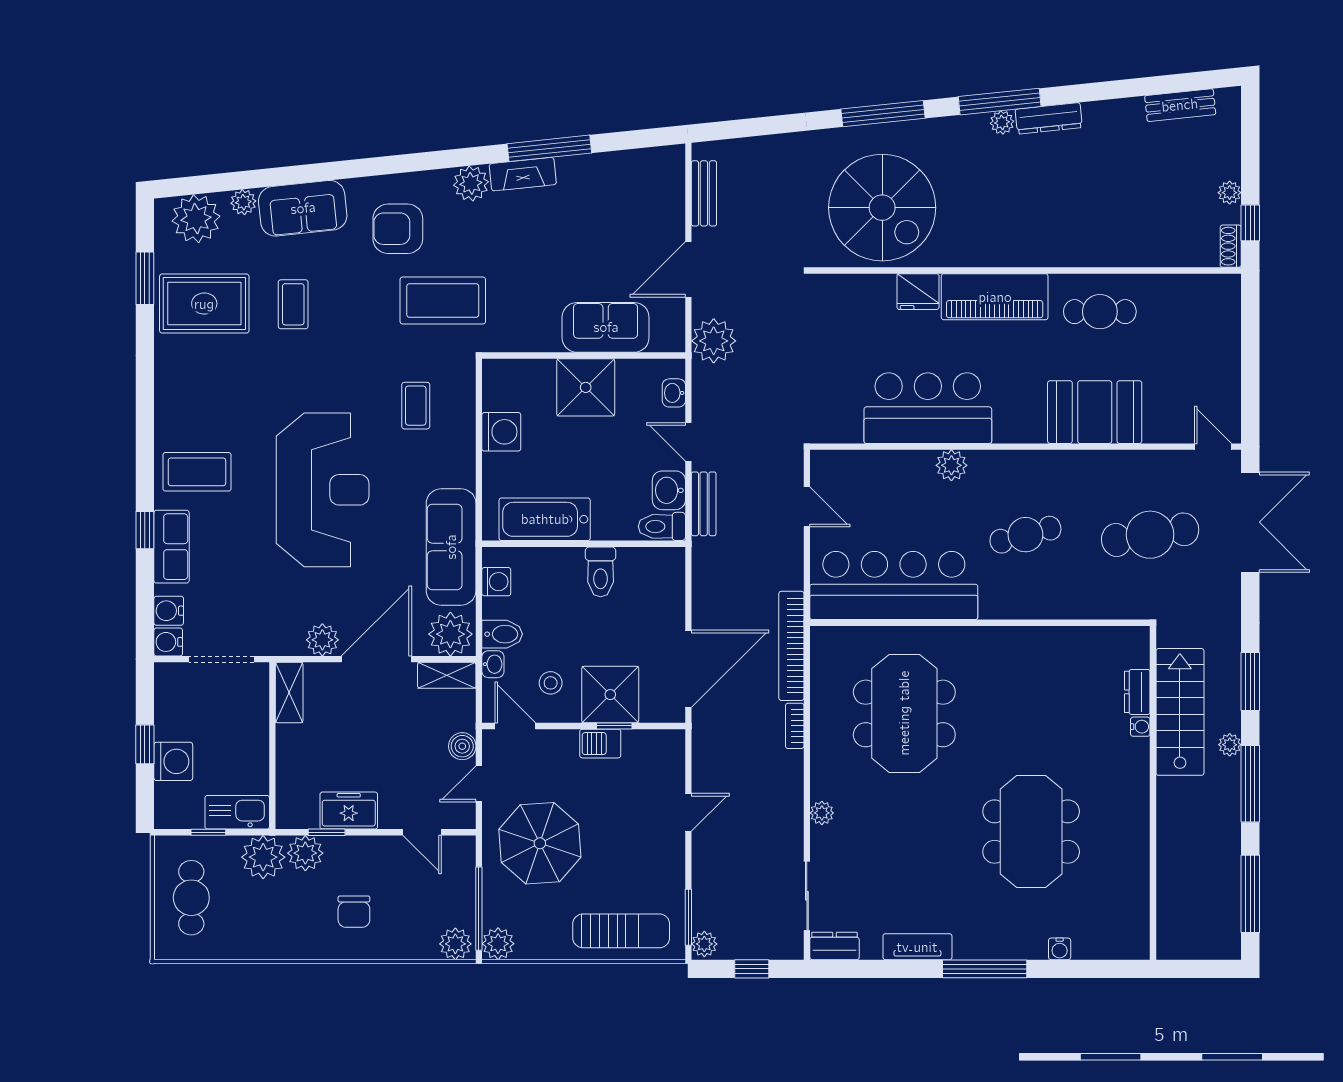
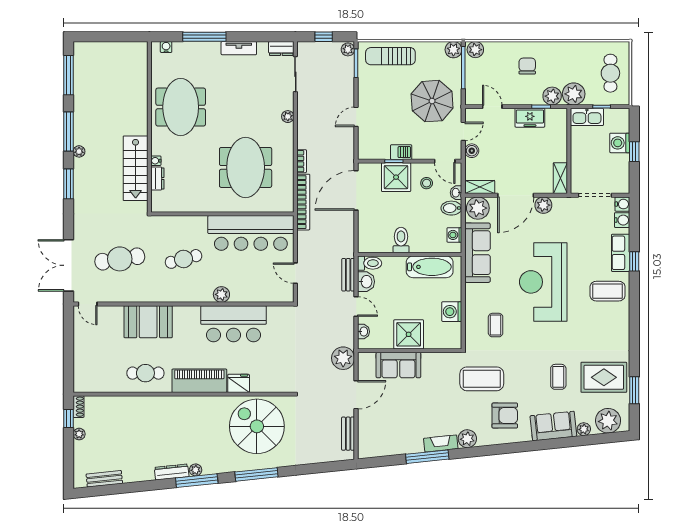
dresser: (1137, 692) -> (157, 178), moved
stairs: (1180, 712) -> (136, 168), moved
water cooler: (1140, 727) -> (156, 161), moved
wall: (1153, 793) -> (149, 127), moved

